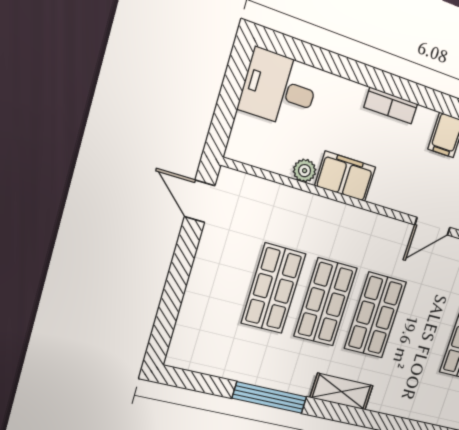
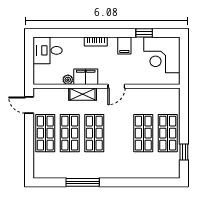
door: (432, 226) -> (116, 86), moved
shop shelf: (219, 274) -> (45, 133), added
shop shelf: (375, 315) -> (143, 133), moved
shelving: (342, 392) -> (83, 94), moved

